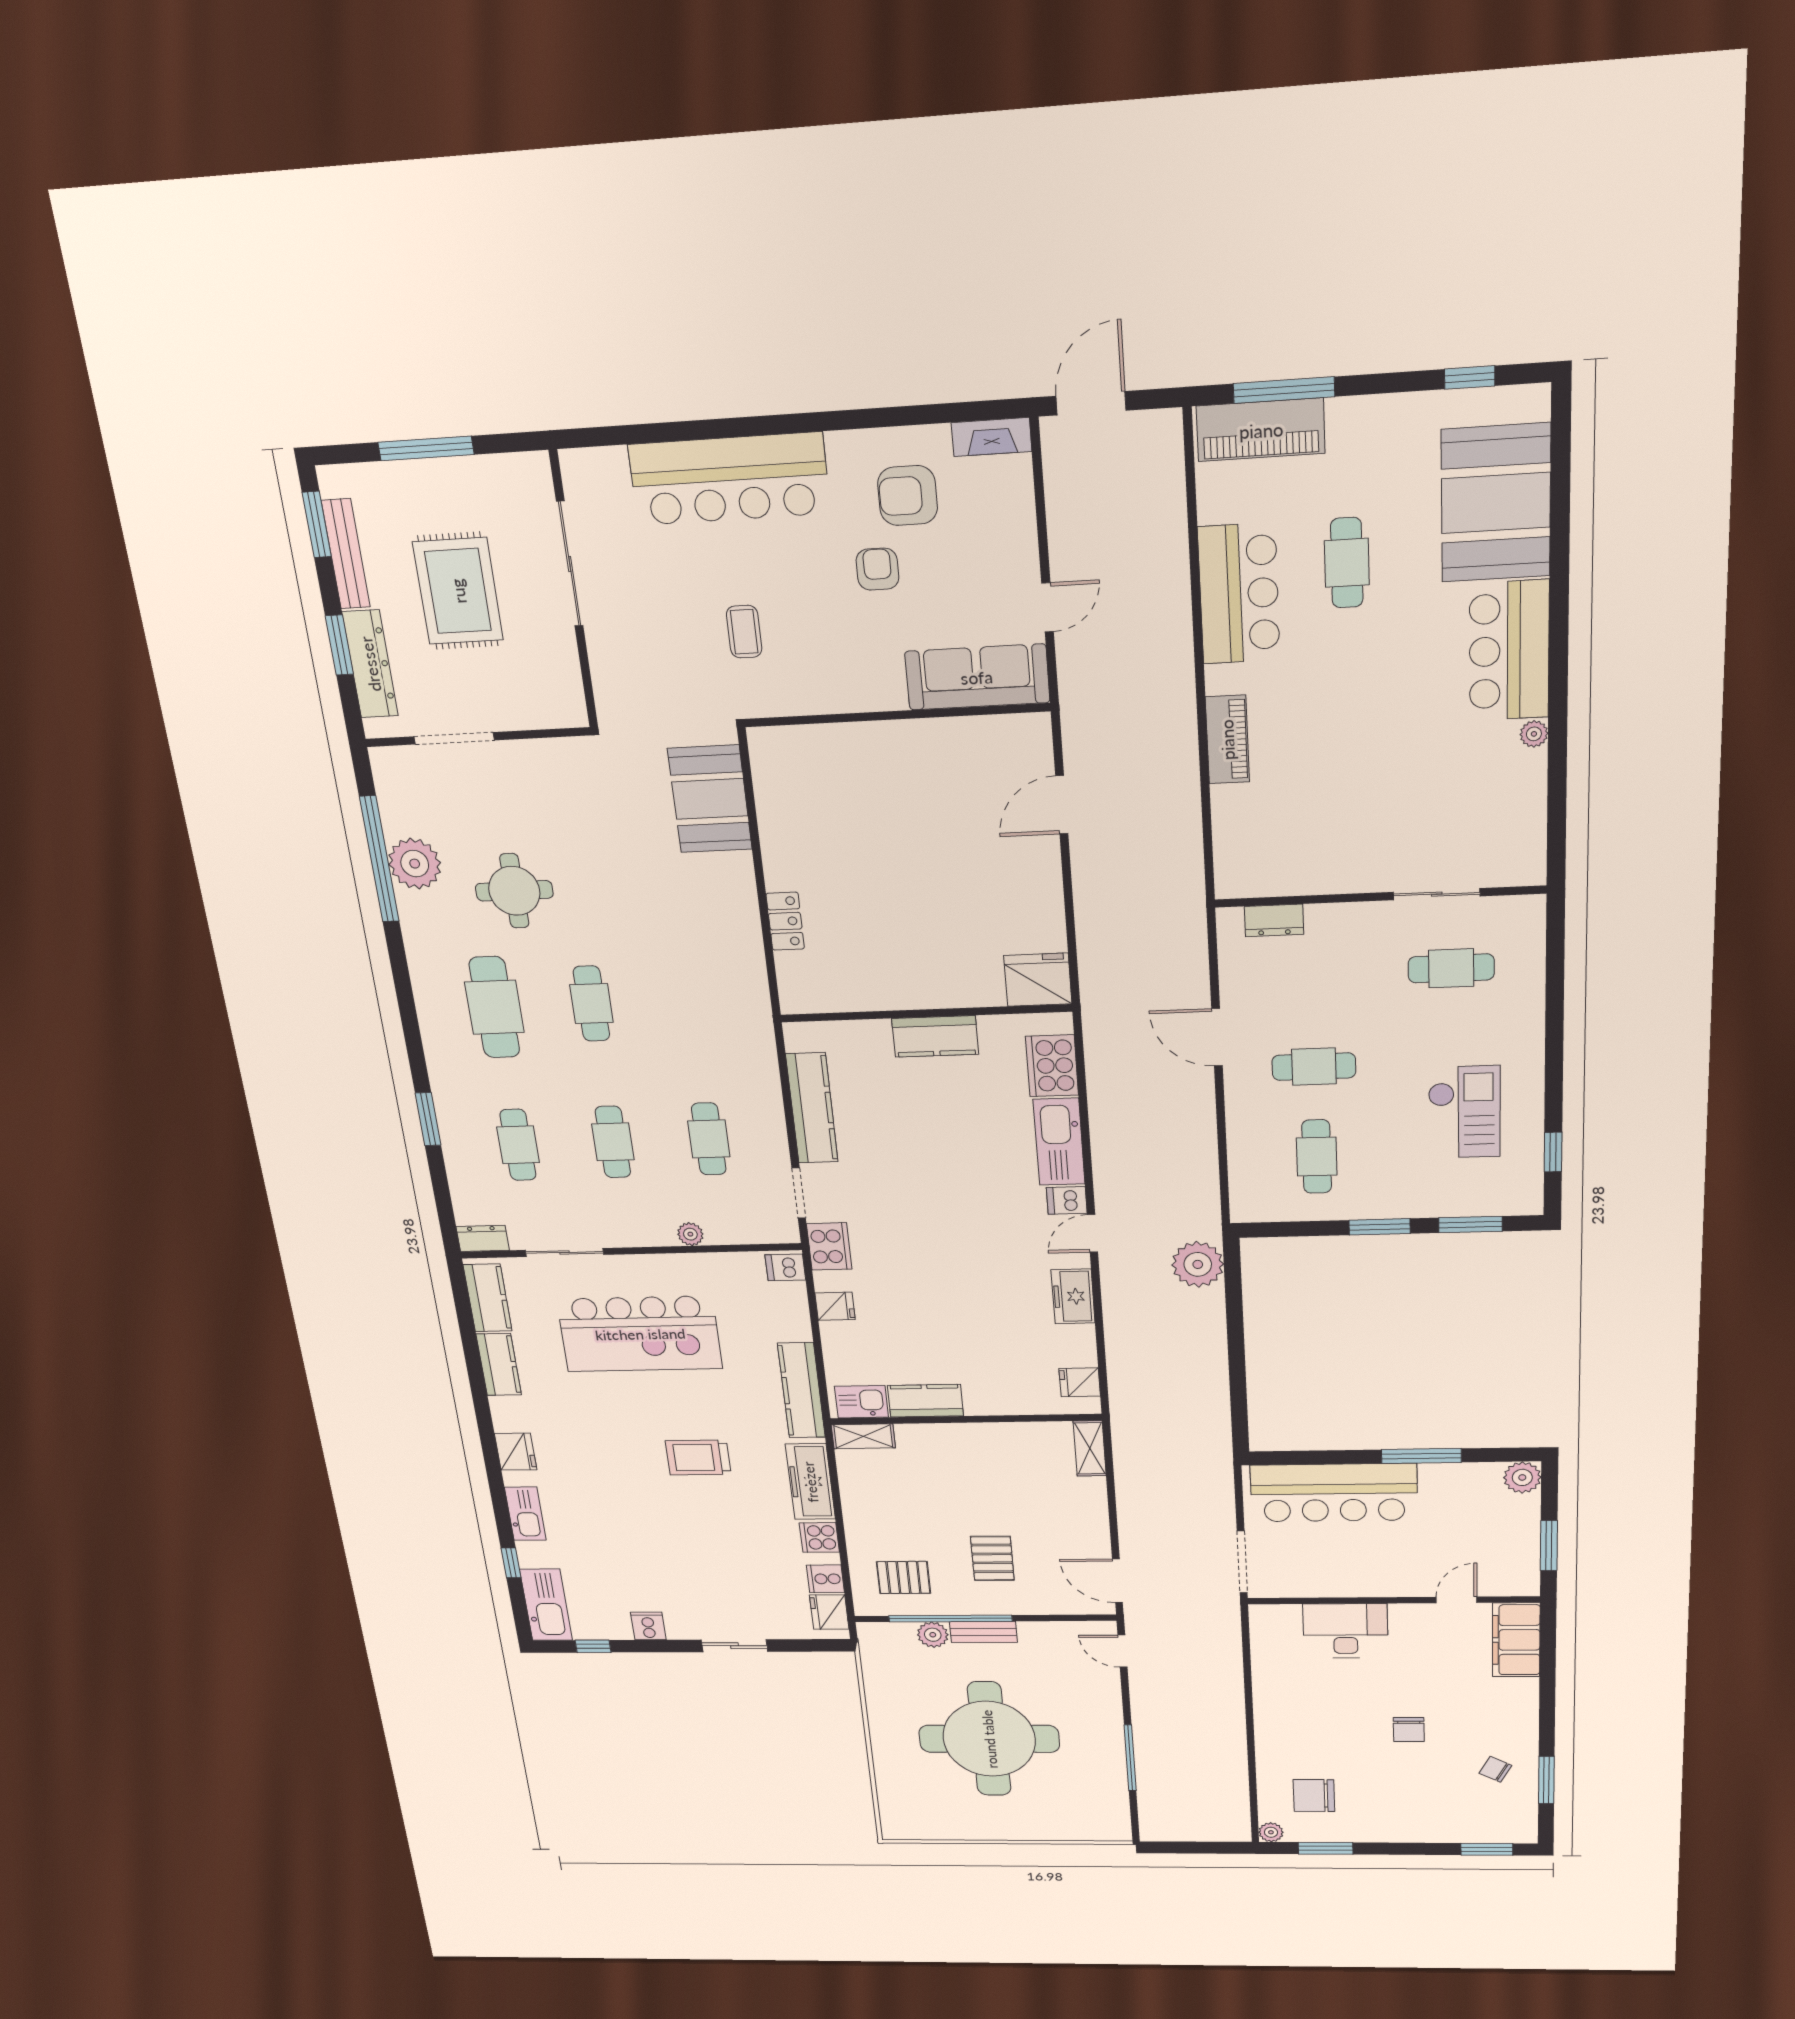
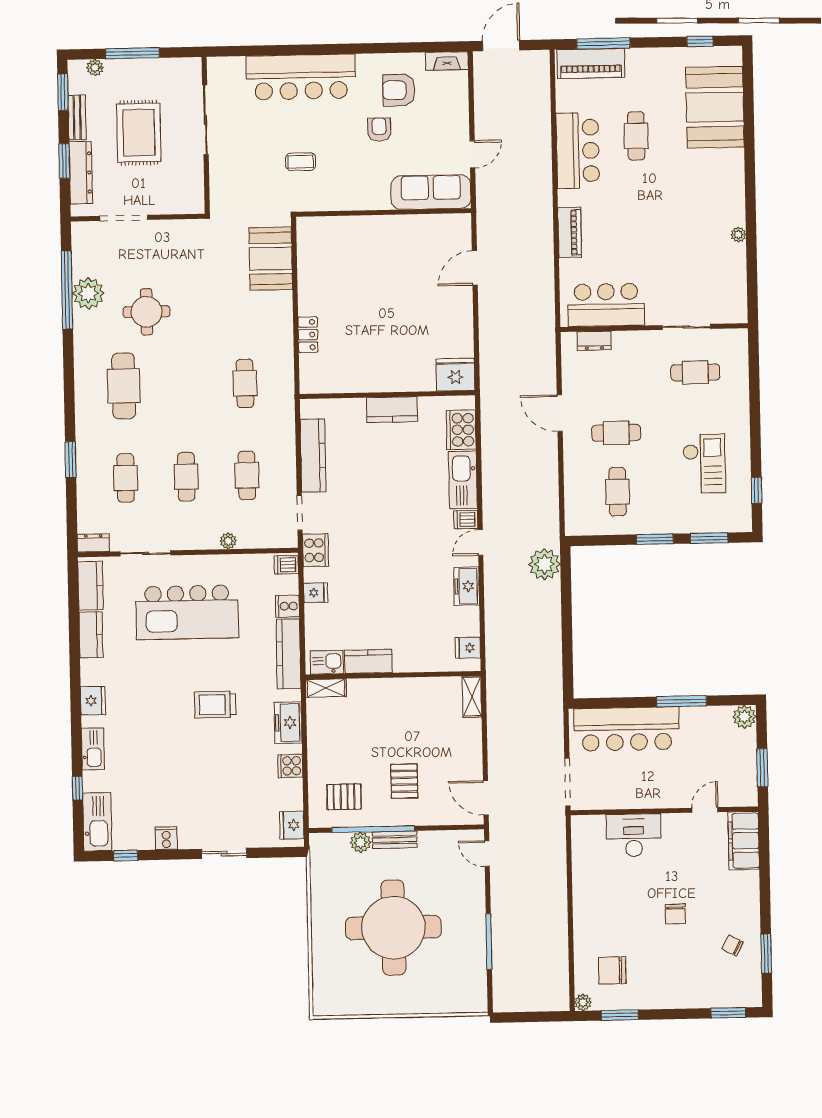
plant: (365, 478) -> (95, 68), added
bench: (346, 554) -> (77, 117), width x0.73
coffee table: (744, 632) -> (301, 162), turned 90
bar counter: (1509, 651) -> (606, 305), moved, turned 90
cafe table: (591, 1004) -> (245, 383), moved
freezer: (810, 1482) -> (288, 723), width x0.71
cooker: (825, 1579) -> (287, 606), moved

